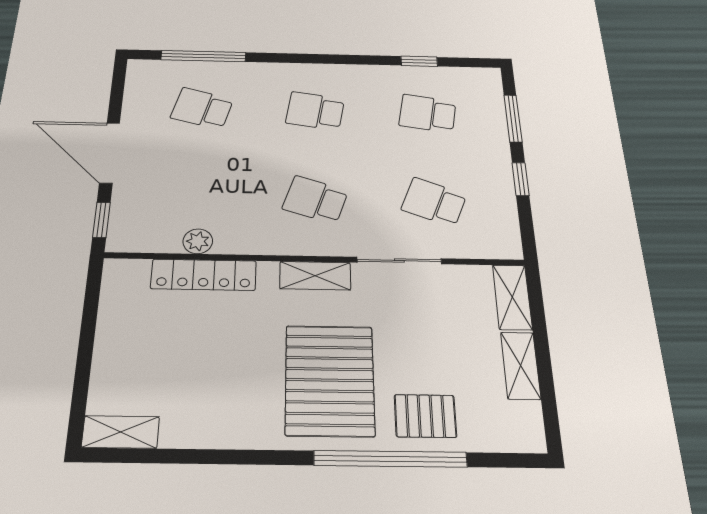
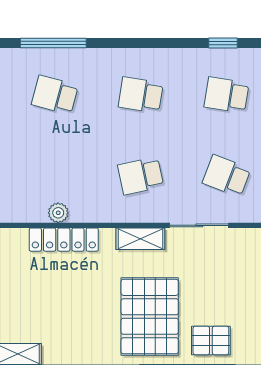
school desk: (315, 200) -> (141, 176), turned -30

